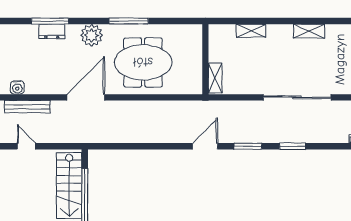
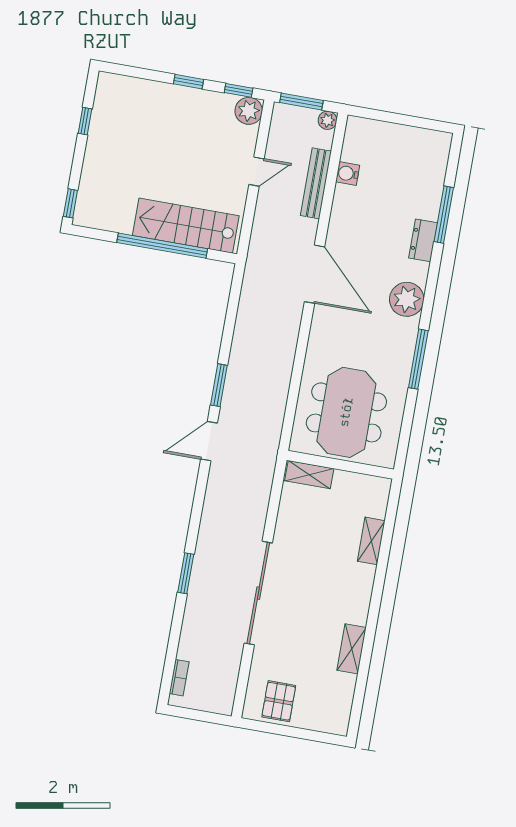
window: (50, 21) -> (444, 215), moved
shelving: (309, 31) -> (352, 649), moved
meeting table: (143, 62) -> (346, 412), moved
door: (205, 146) -> (209, 441), swing flipped
window: (248, 146) -> (219, 385), moved

